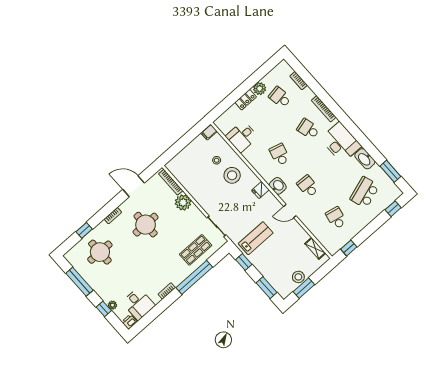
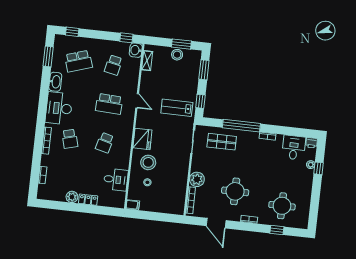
school desk: (280, 97) -> (65, 178), removed
washbasin: (278, 186) -> (136, 50), moved
school desk: (308, 186) -> (109, 104), width x1.85
fridge: (260, 190) -> (142, 139), width x1.88, depth x1.34
window: (79, 282) -> (315, 202), removed

